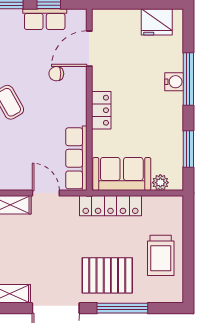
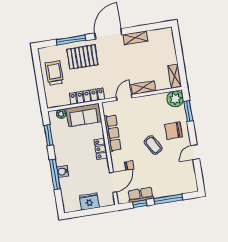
fridge: (157, 22) -> (89, 201), moved
row of seats: (76, 158) -> (112, 133), moved
door: (46, 193) -> (124, 97), swing flipped

